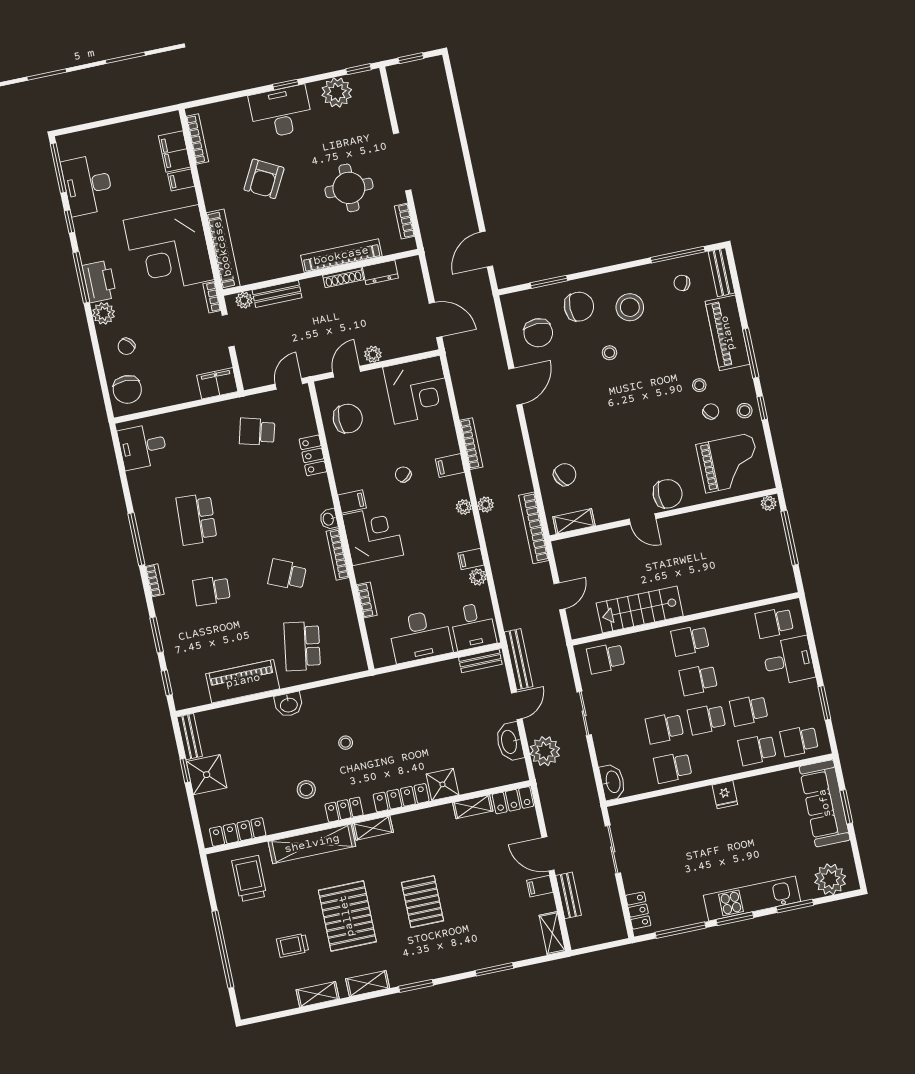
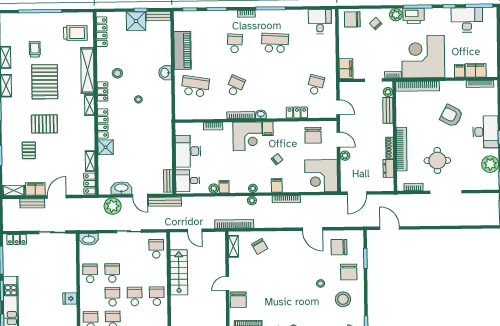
filing cabinet: (540, 886) -> (35, 189), width x2.00
pallet: (347, 916) -> (45, 82), turned 90
pallet: (475, 920) -> (29, 150), added

